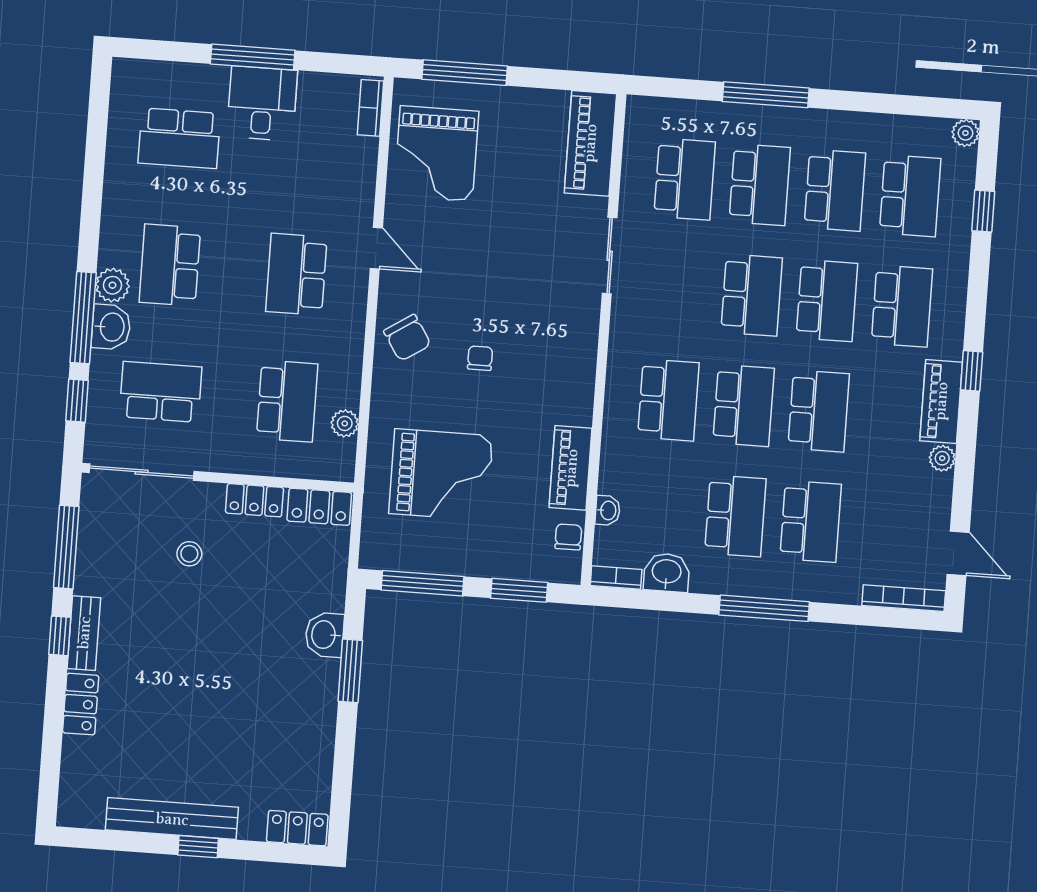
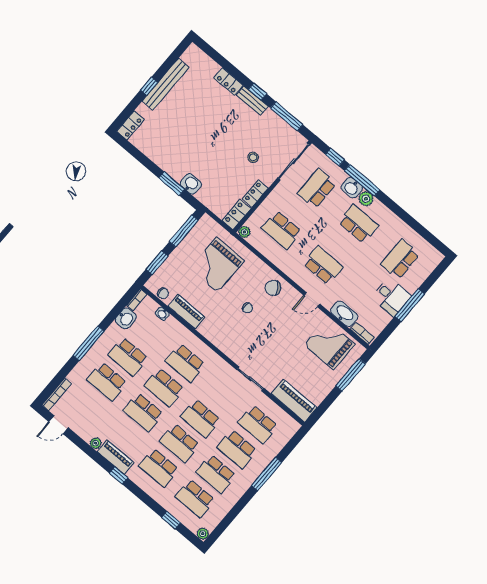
washbasin: (358, 168) -> (344, 314), added
school desk: (161, 392) -> (317, 188), turned 180
plant: (345, 423) -> (244, 232), moved

